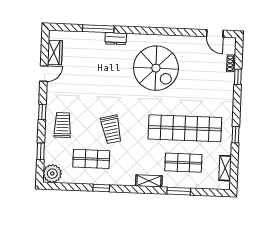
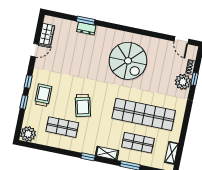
window: (98, 29) -> (86, 20), width x0.69
dresser: (116, 39) -> (86, 28), moved
plant: (225, 82) -> (183, 82), added
window: (235, 135) -> (185, 127), removed
window: (41, 151) -> (24, 102), moved
window: (101, 188) -> (88, 157), moved

